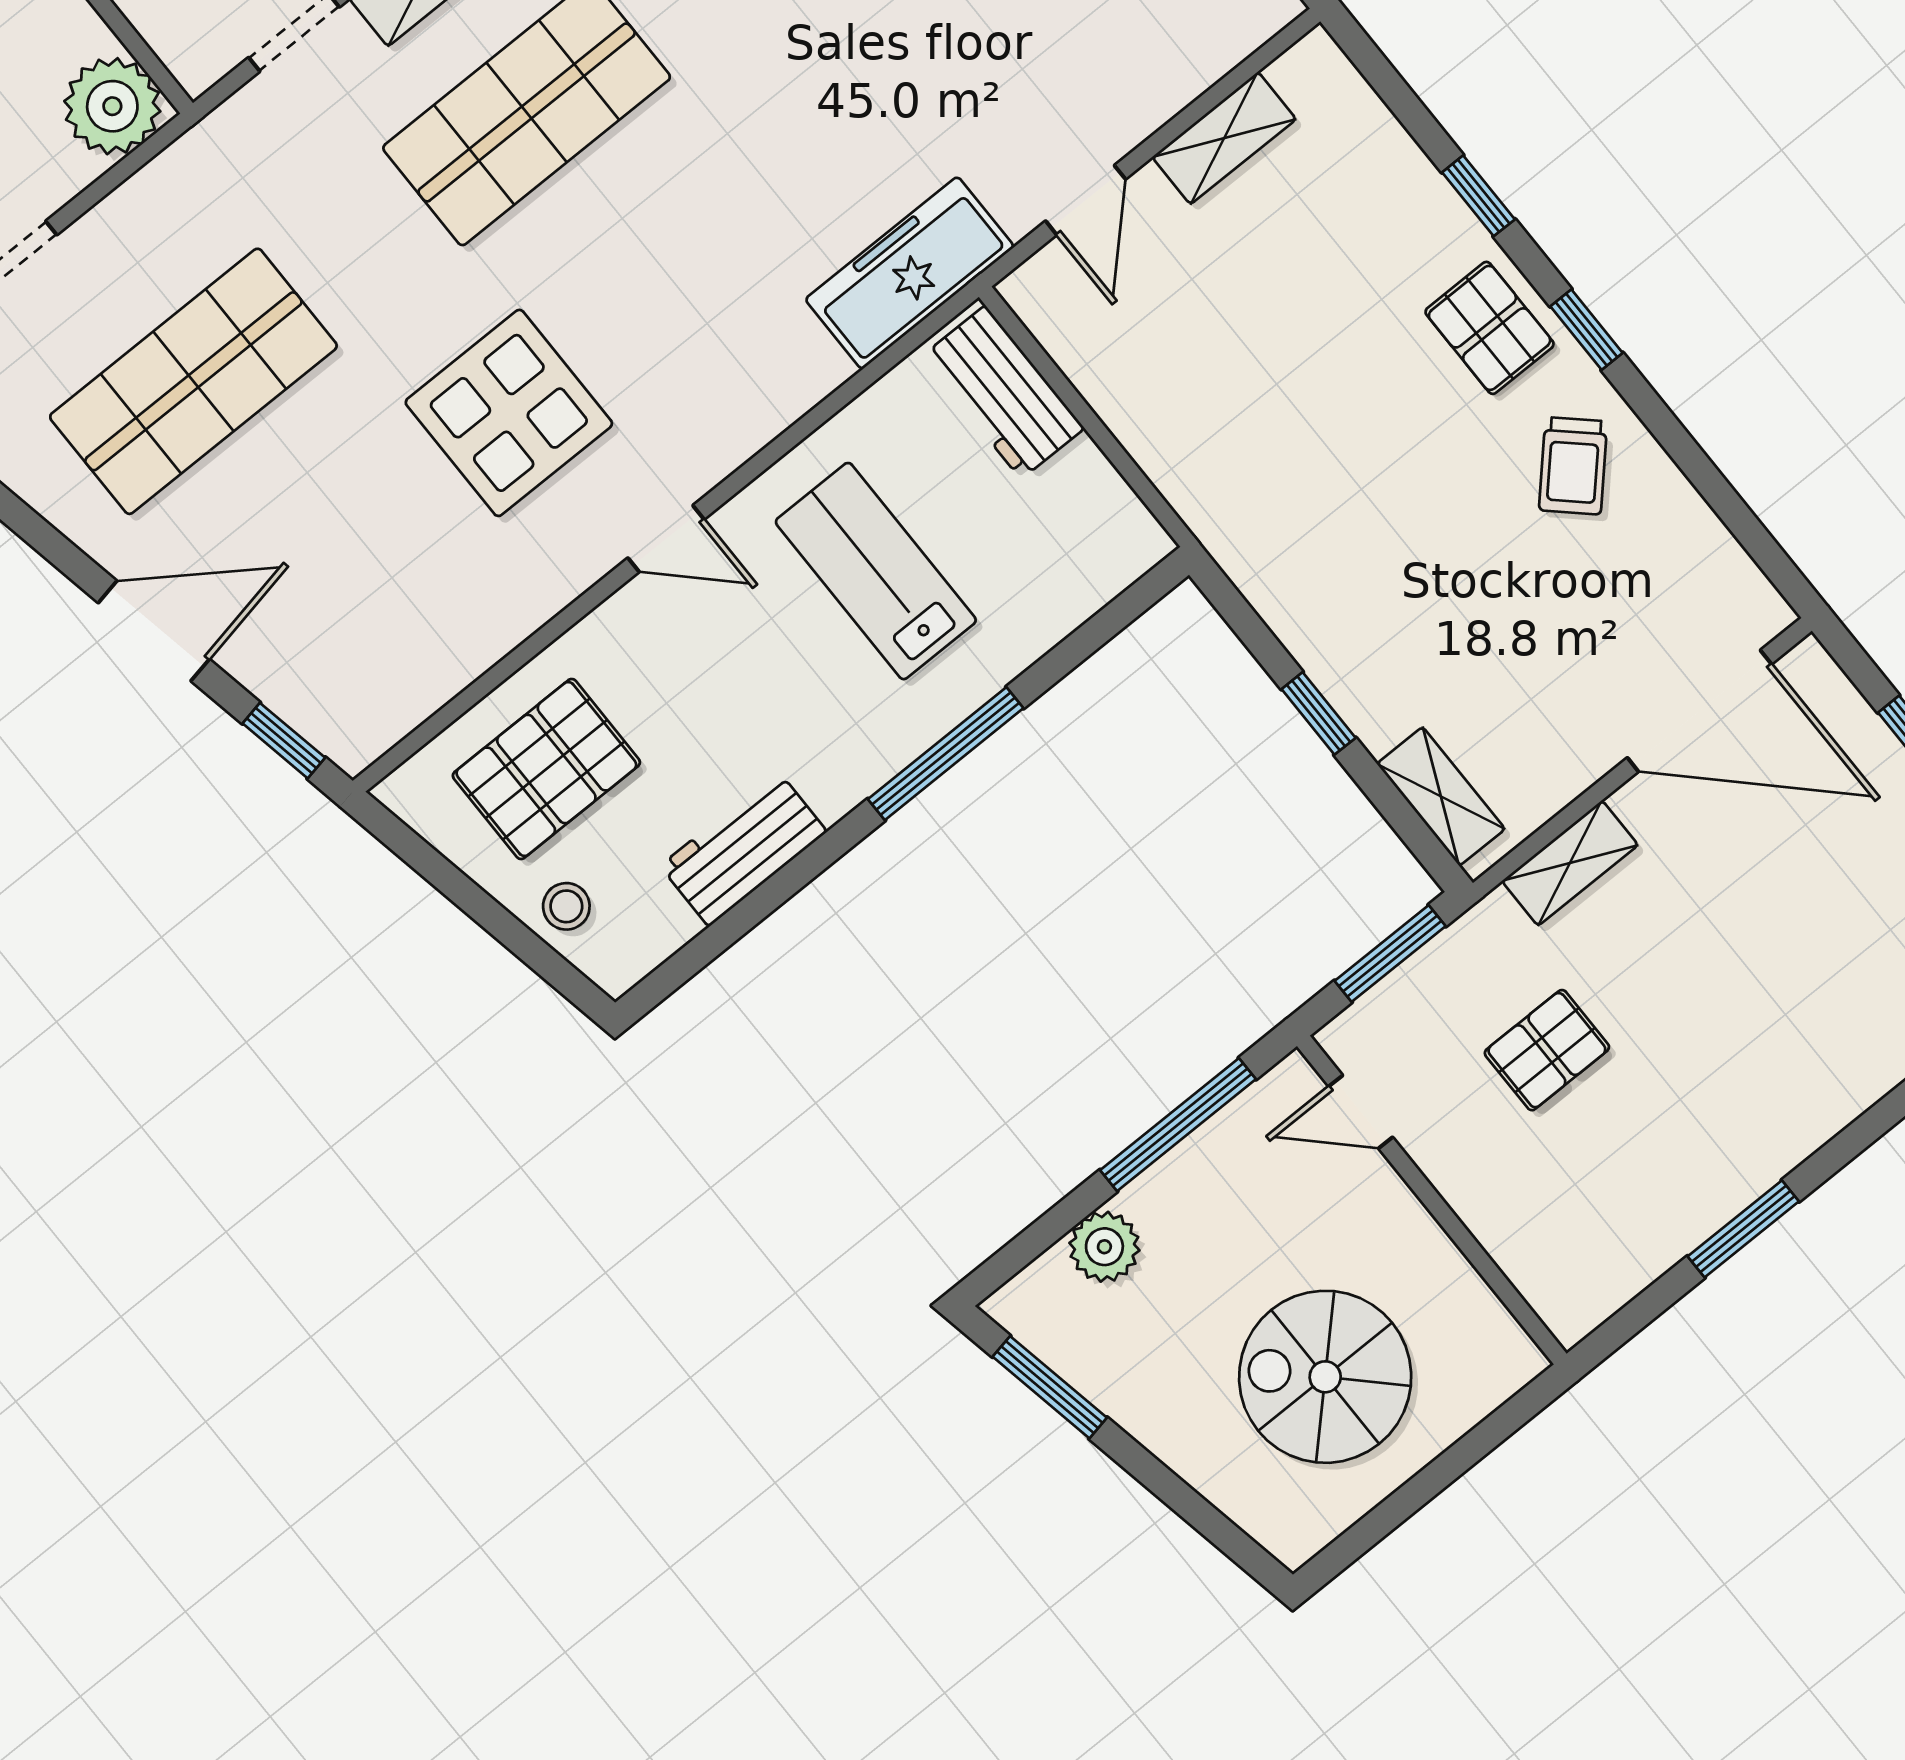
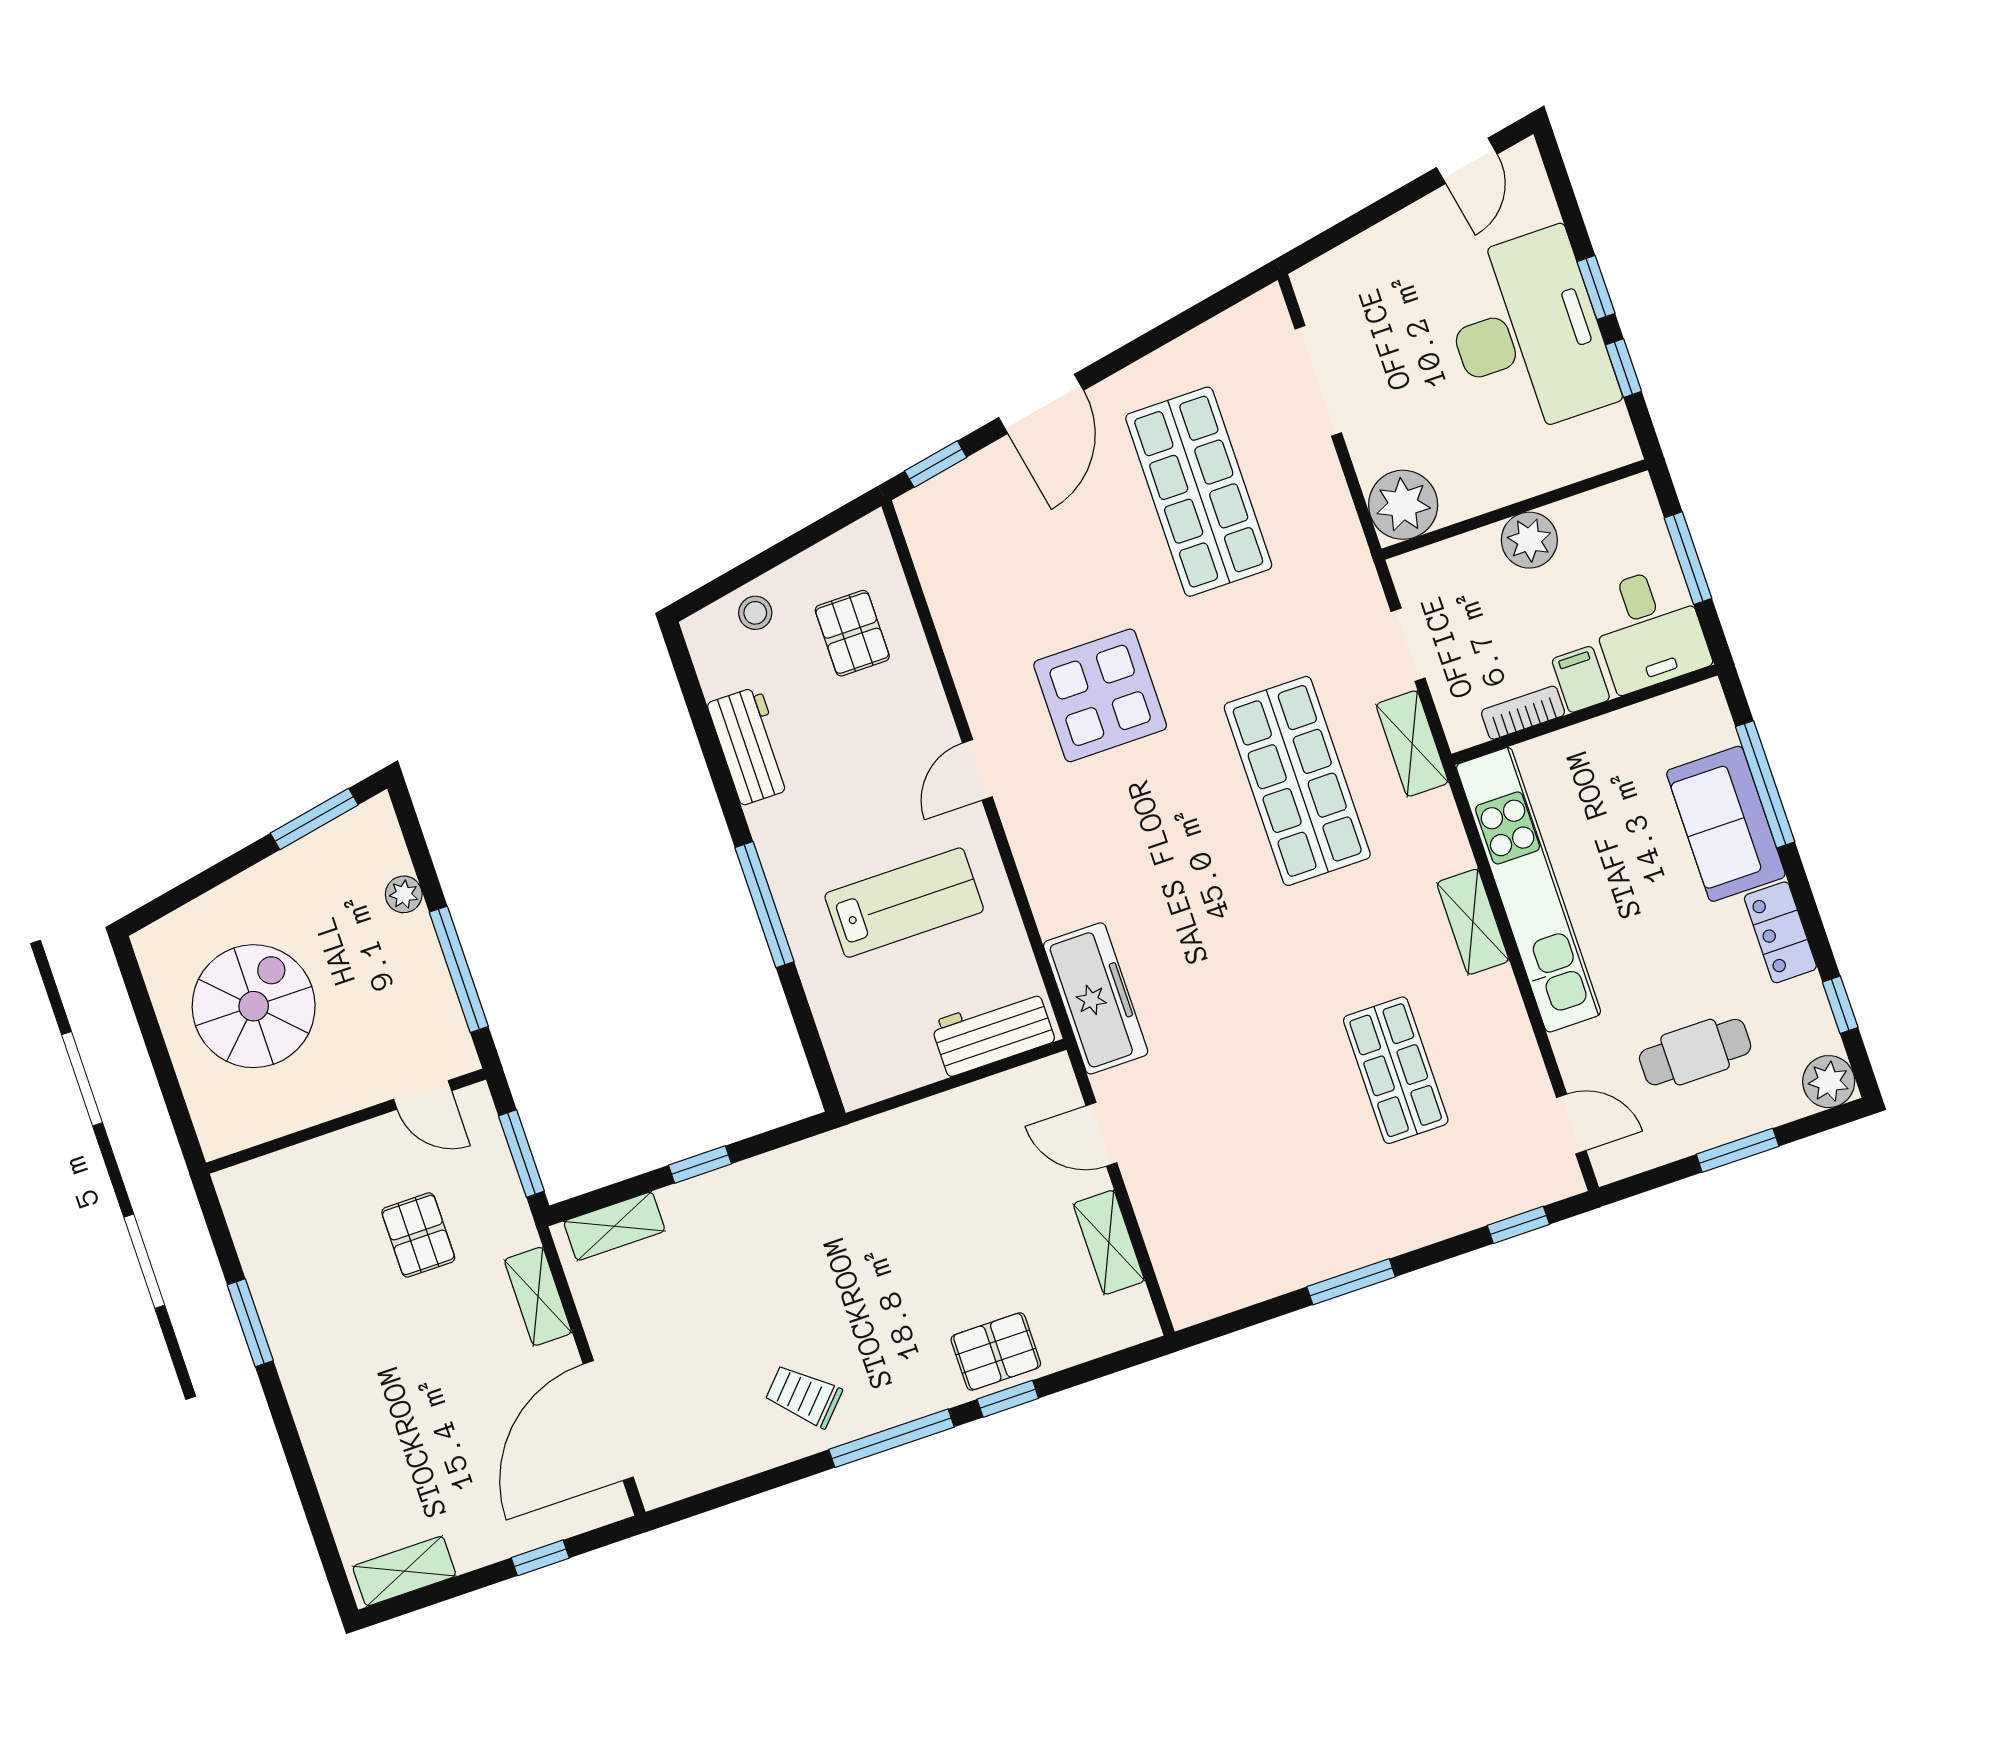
pallet: (1490, 328) -> (996, 1352), moved
window: (1586, 330) -> (892, 1438), width x2.17
pallet: (546, 769) -> (852, 633), width x0.67, depth x0.71
door: (1361, 1112) -> (423, 1095), swing flipped
plant: (1104, 1247) -> (404, 894), width x0.73, depth x0.73

